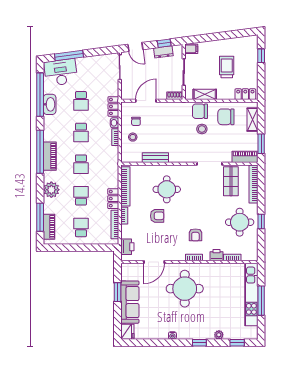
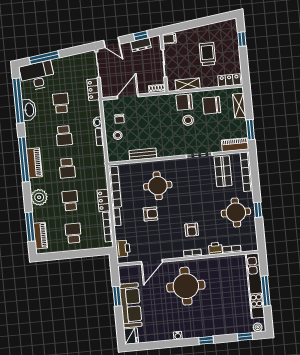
school desk: (81, 101) -> (61, 103), turned 180
locker: (113, 106) -> (93, 90), moved
plant: (219, 335) -> (258, 327), moved

